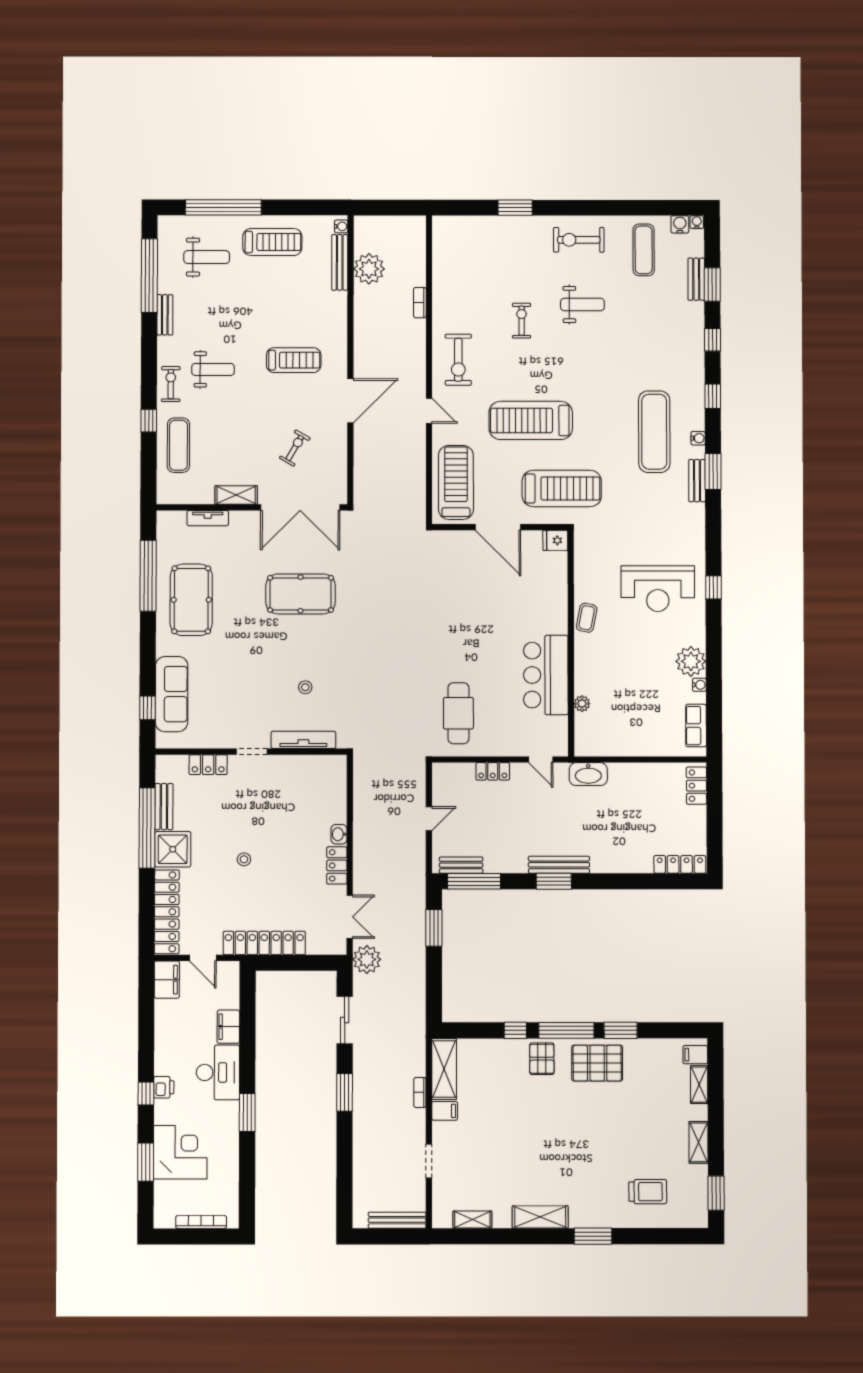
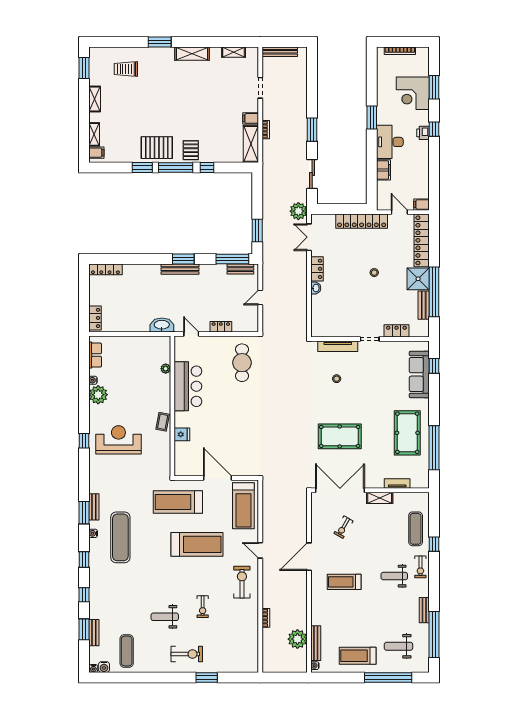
exercise bike: (579, 240) -> (187, 654), moved
fridge: (555, 540) -> (182, 434), moved
filing cabinet: (167, 980) -> (421, 205), width x0.50

